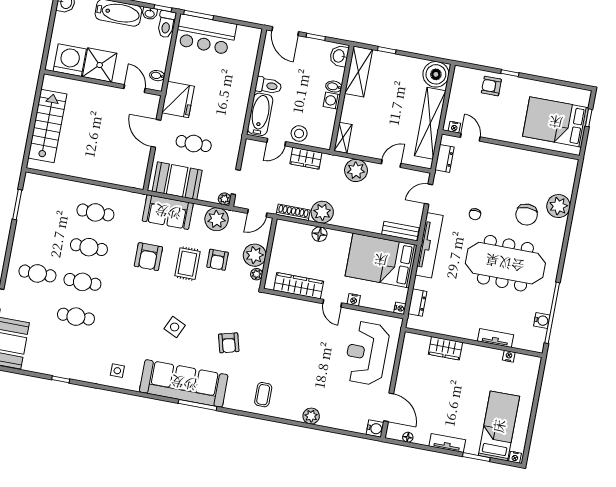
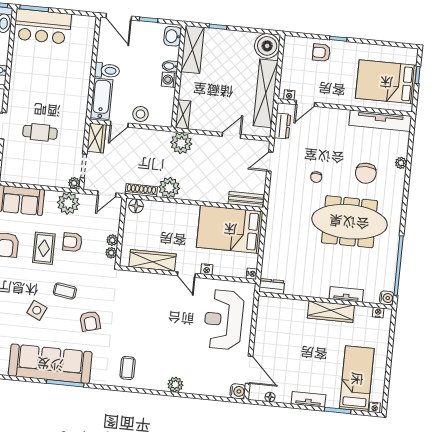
fridge: (178, 100) -> (21, 91), removed
door: (470, 137) -> (305, 103), swing flipped
wardrobe: (306, 158) -> (96, 138), moved, turned -90
plant: (356, 170) -> (181, 143), moved
booth: (177, 181) -> (27, 169), removed
plant: (558, 206) -> (401, 163), width x0.53, depth x0.53
floor lamp: (319, 234) -> (136, 206), moved
tv unit: (429, 245) -> (380, 121), moved, turned 90
plant: (255, 255) -> (112, 240), width x0.53, depth x0.53
armchair: (217, 260) -> (72, 242), turned 90
dresser: (417, 303) -> (272, 286), moved, turned -90
coffee table: (205, 310) -> (65, 291), added
water cooler: (542, 320) -> (387, 298), moved
wardrobe: (445, 348) -> (331, 312), moved, width x1.50
nightstand: (509, 356) -> (378, 313), moved

